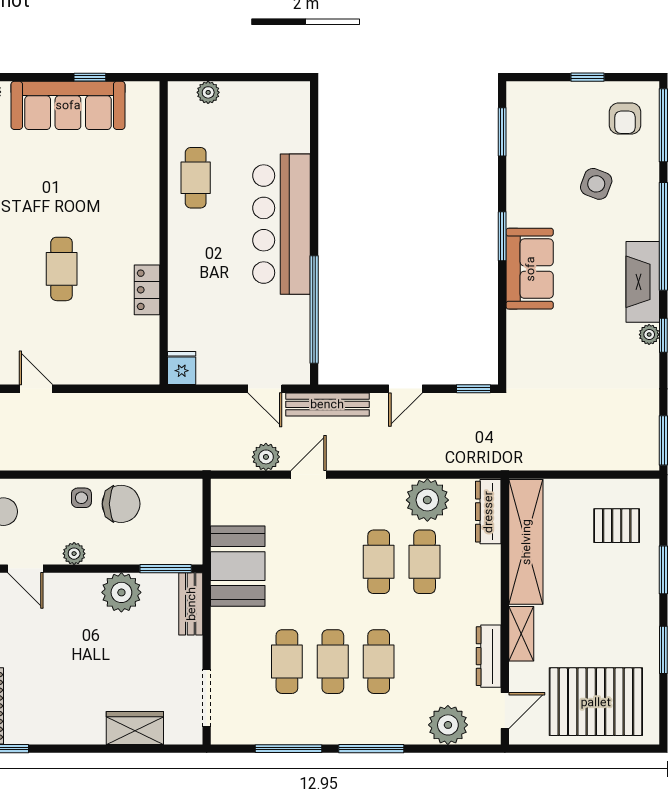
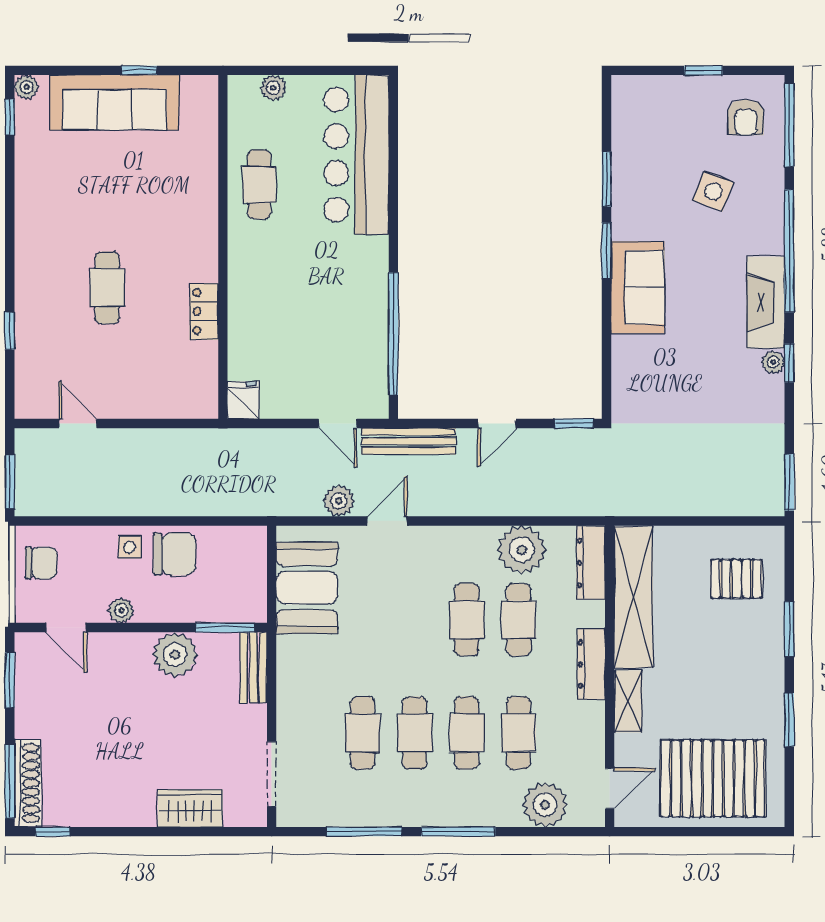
window: (502, 132) -> (607, 179), moved
bar counter: (281, 224) -> (356, 155), moved
booth: (238, 566) -> (307, 588), moved
dresser: (489, 656) -> (591, 664), moved
cafe table: (425, 662) -> (519, 733), added

